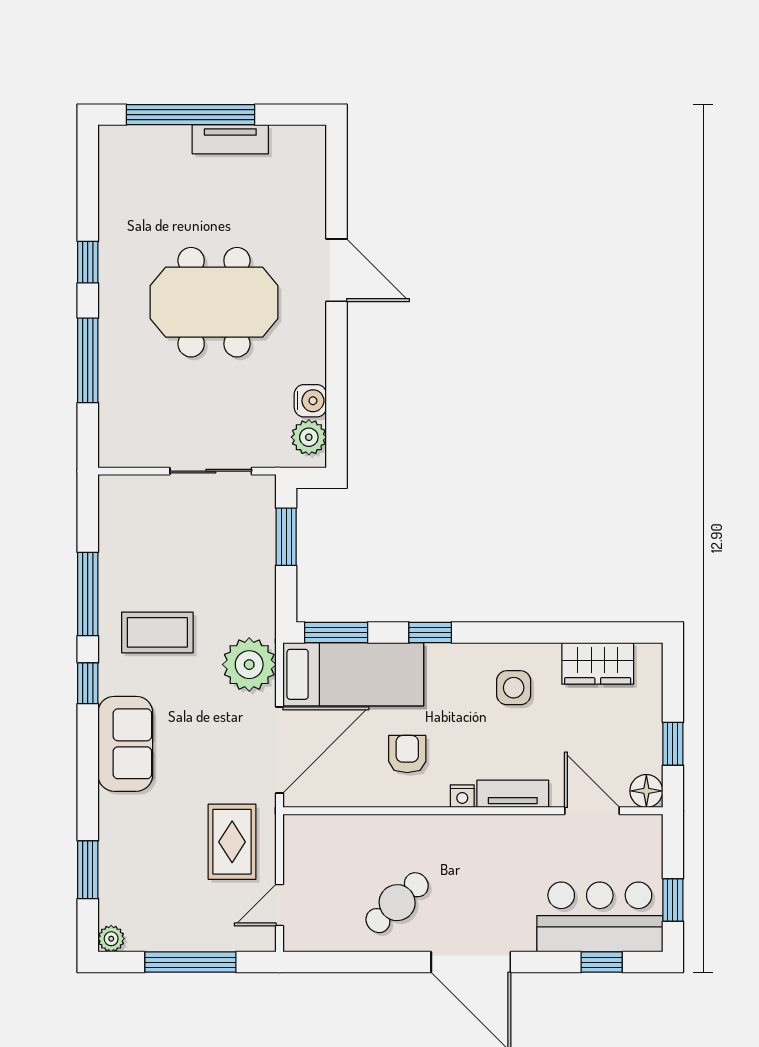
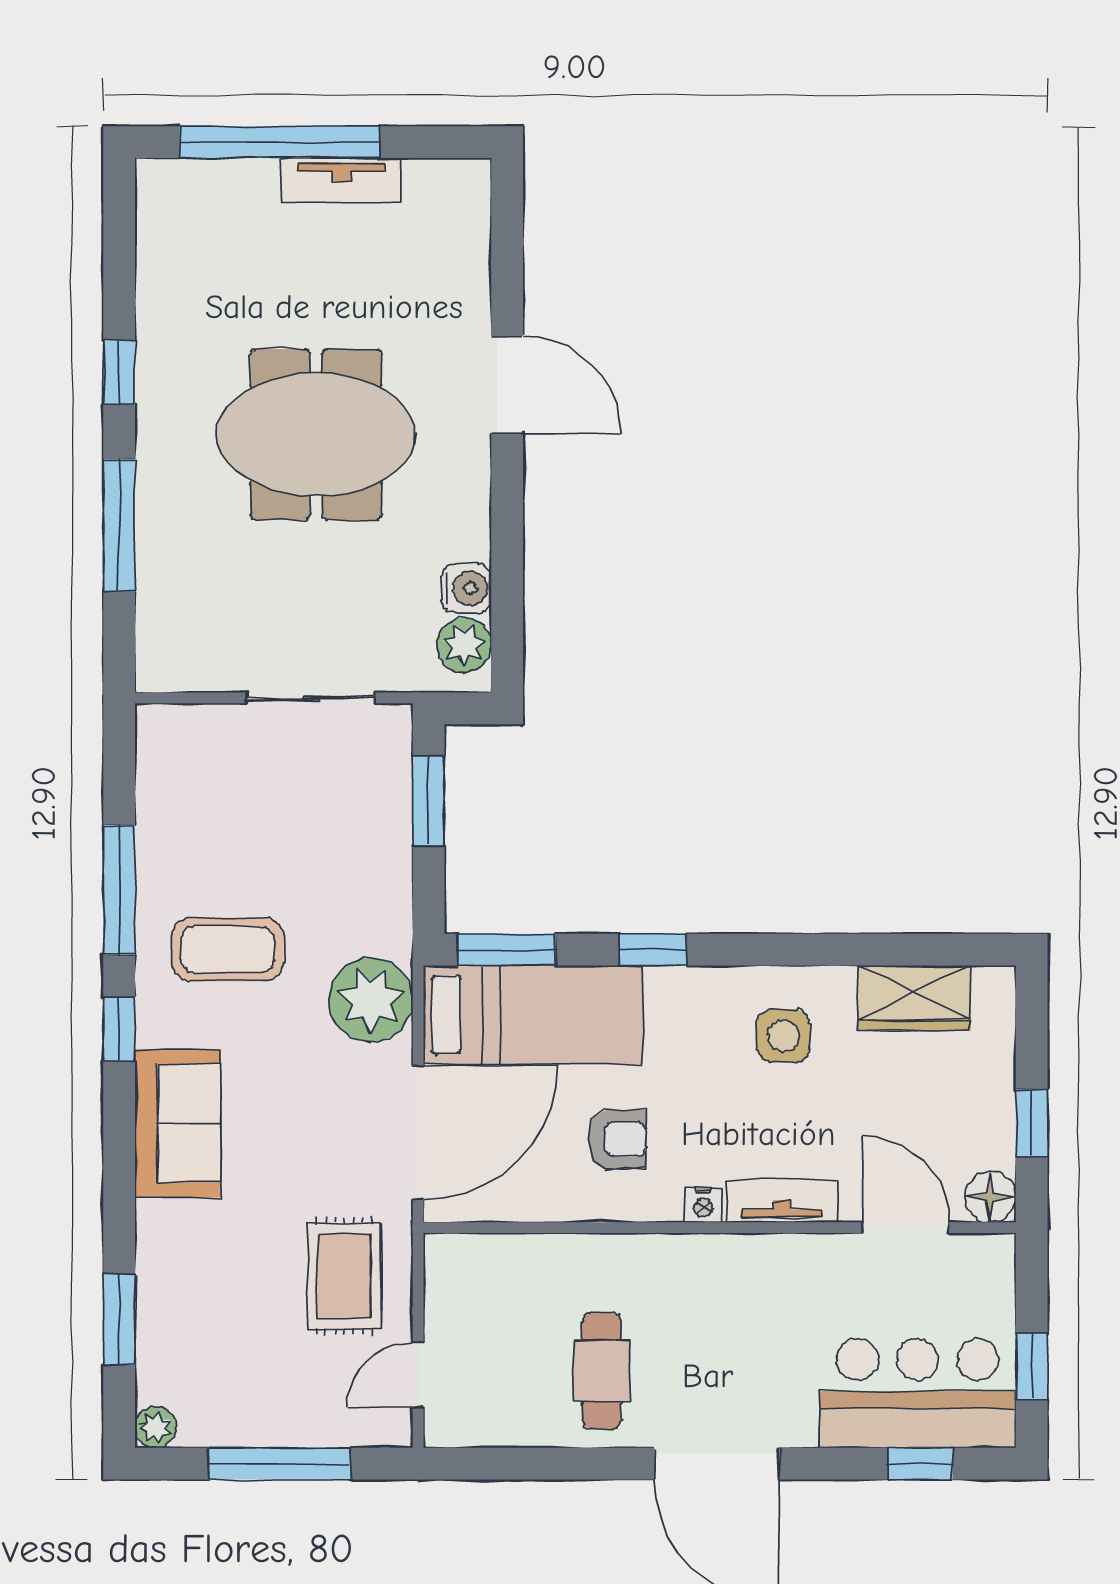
armchair: (407, 754) -> (617, 1139), turned 90
cafe table: (397, 903) -> (602, 1371), turned -47

